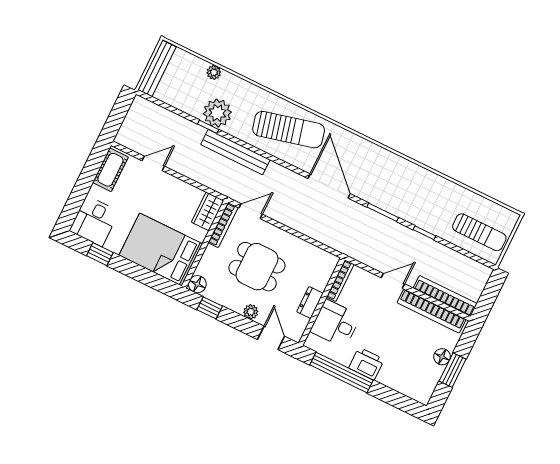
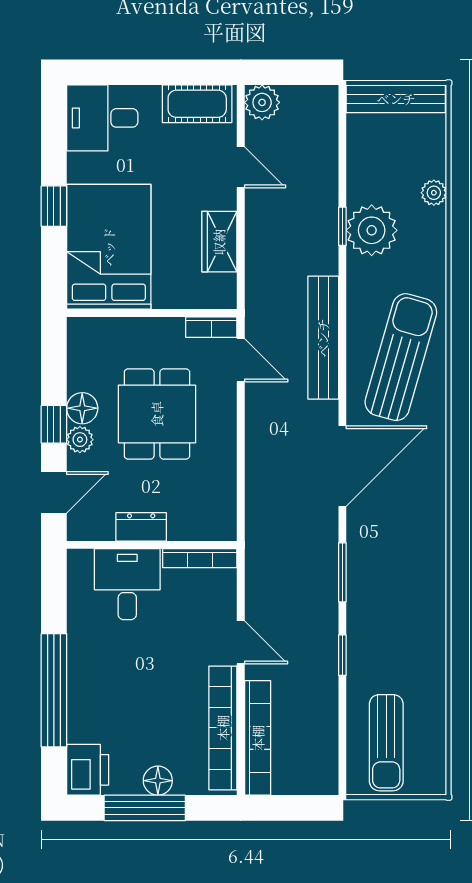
sun lounger: (289, 130) -> (401, 357), turned -150
plant: (126, 137) -> (262, 102), added
bench: (235, 152) -> (323, 338), moved
wardrobe: (208, 211) -> (219, 242), moved, turned -90
bookcase: (223, 225) -> (211, 327), width x0.64
window: (100, 254) -> (54, 206), moved
floor lamp: (197, 284) -> (82, 408), moved
window: (210, 308) -> (54, 424), moved
printer: (366, 364) -> (88, 770), moved
window: (453, 370) -> (145, 808), width x1.44
window: (341, 372) -> (54, 690), moved

